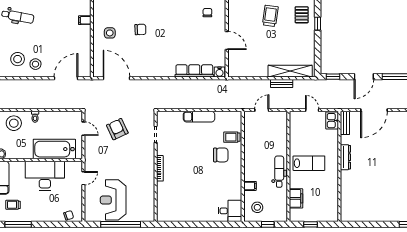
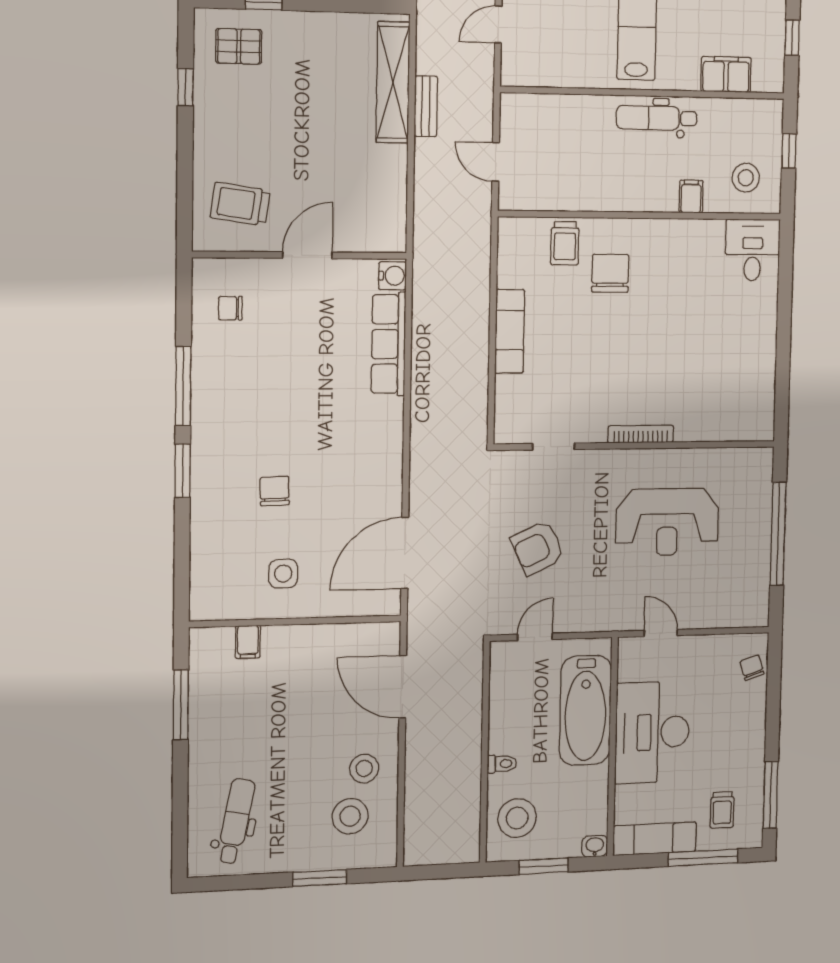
trolley: (270, 16) -> (240, 204), moved
reception desk: (113, 200) -> (667, 522), moved

